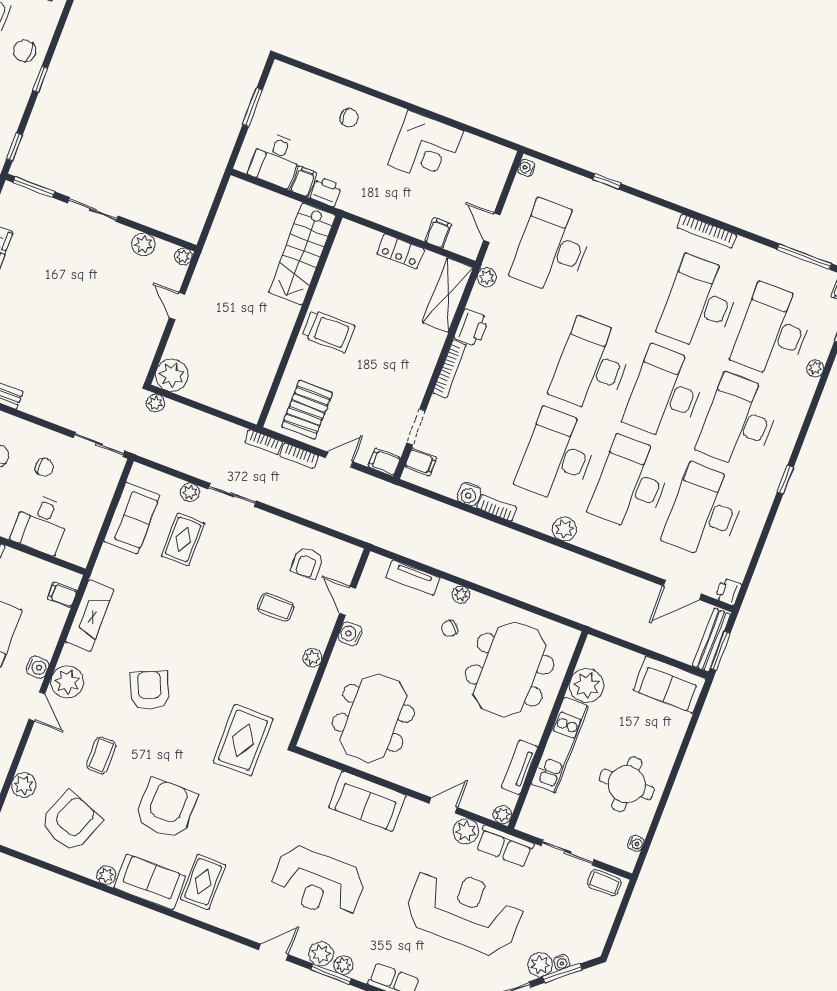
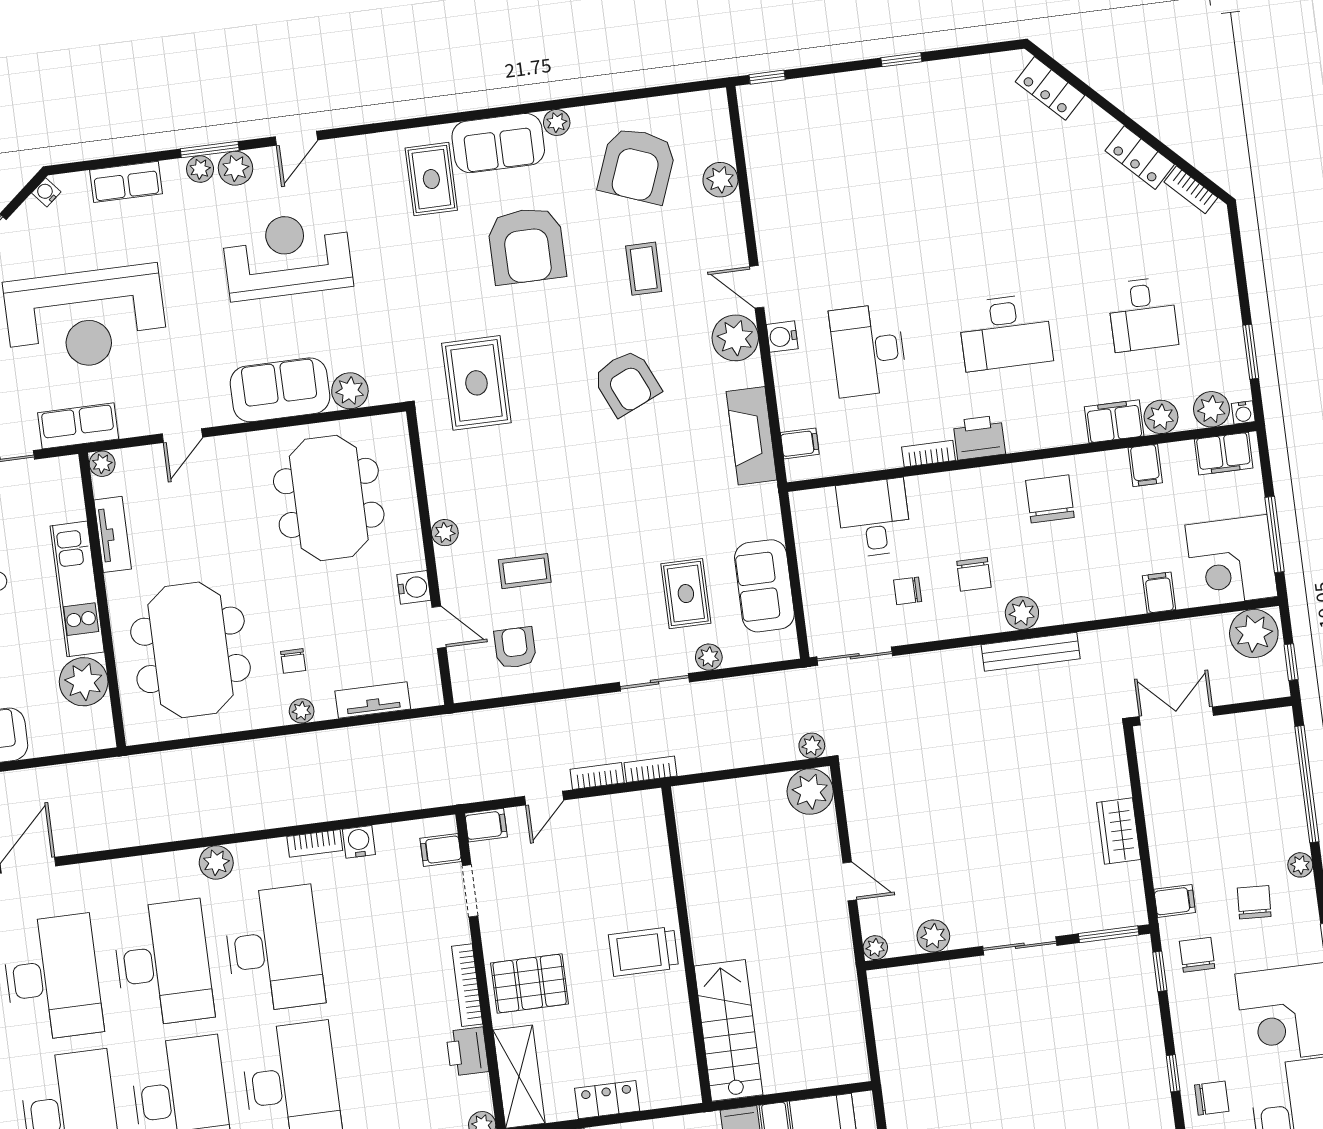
pallet: (307, 410) -> (530, 983), moved, turned 90
chair: (450, 628) -> (293, 661), turned 137
plant: (466, 831) -> (350, 391), moved

